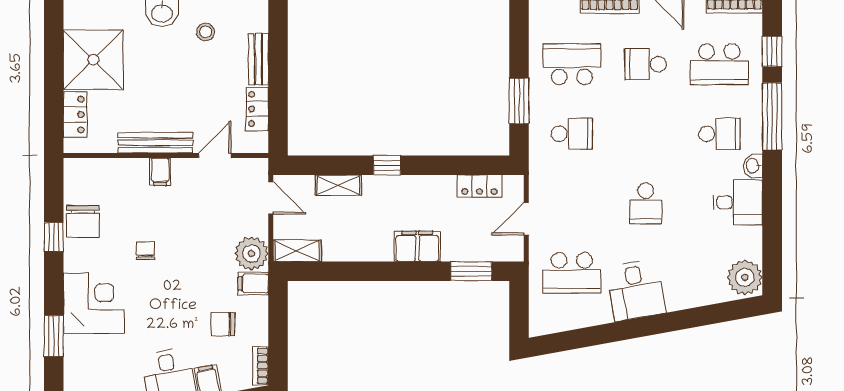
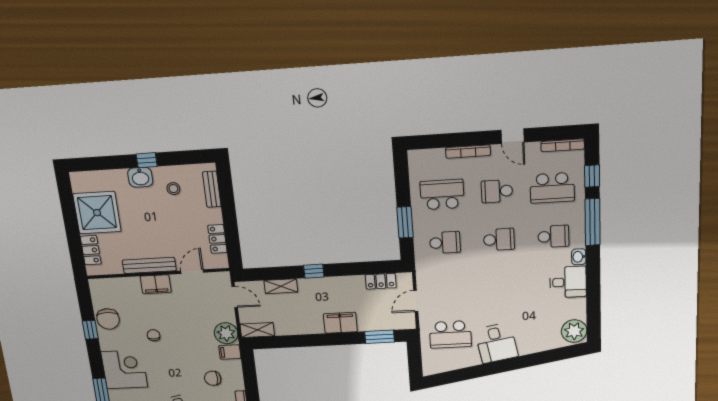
bench: (259, 59) -> (212, 189), moved
filing cabinet: (160, 172) -> (156, 284), width x2.00
school desk: (646, 203) -> (499, 239), moved, turned -90

